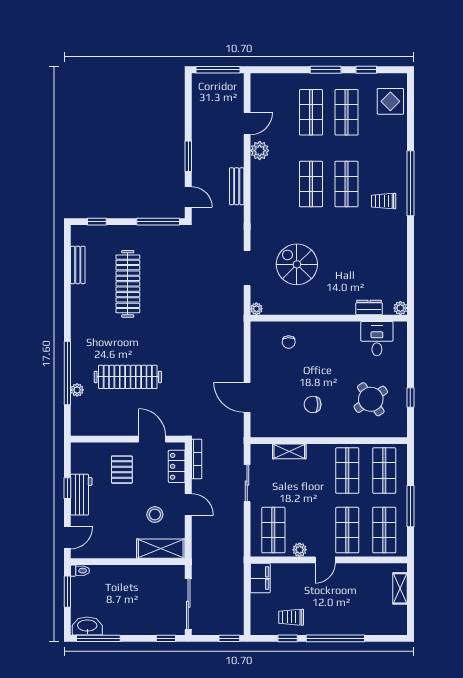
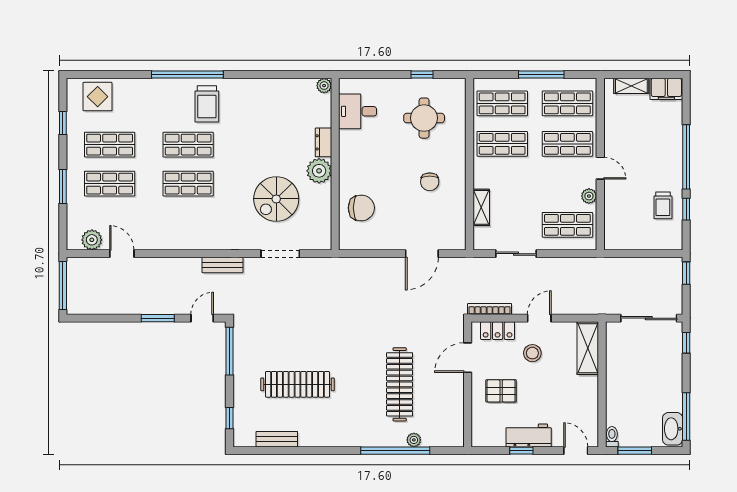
window: (326, 70) -> (63, 186), moved
plant: (260, 151) -> (92, 240), moved
bench: (237, 186) -> (223, 265), moved
trolley: (384, 201) -> (207, 104), width x1.36, depth x1.39
dresser: (369, 307) -> (323, 142), moved
plant: (256, 309) -> (319, 171), moved, width x1.87, depth x1.87
chair: (289, 342) -> (361, 208), width x1.87, depth x1.87
round table: (371, 399) -> (424, 118), turned 35
stool: (155, 515) -> (532, 353), moved
filing cabinet: (260, 578) -> (666, 89), moved, turned 180

